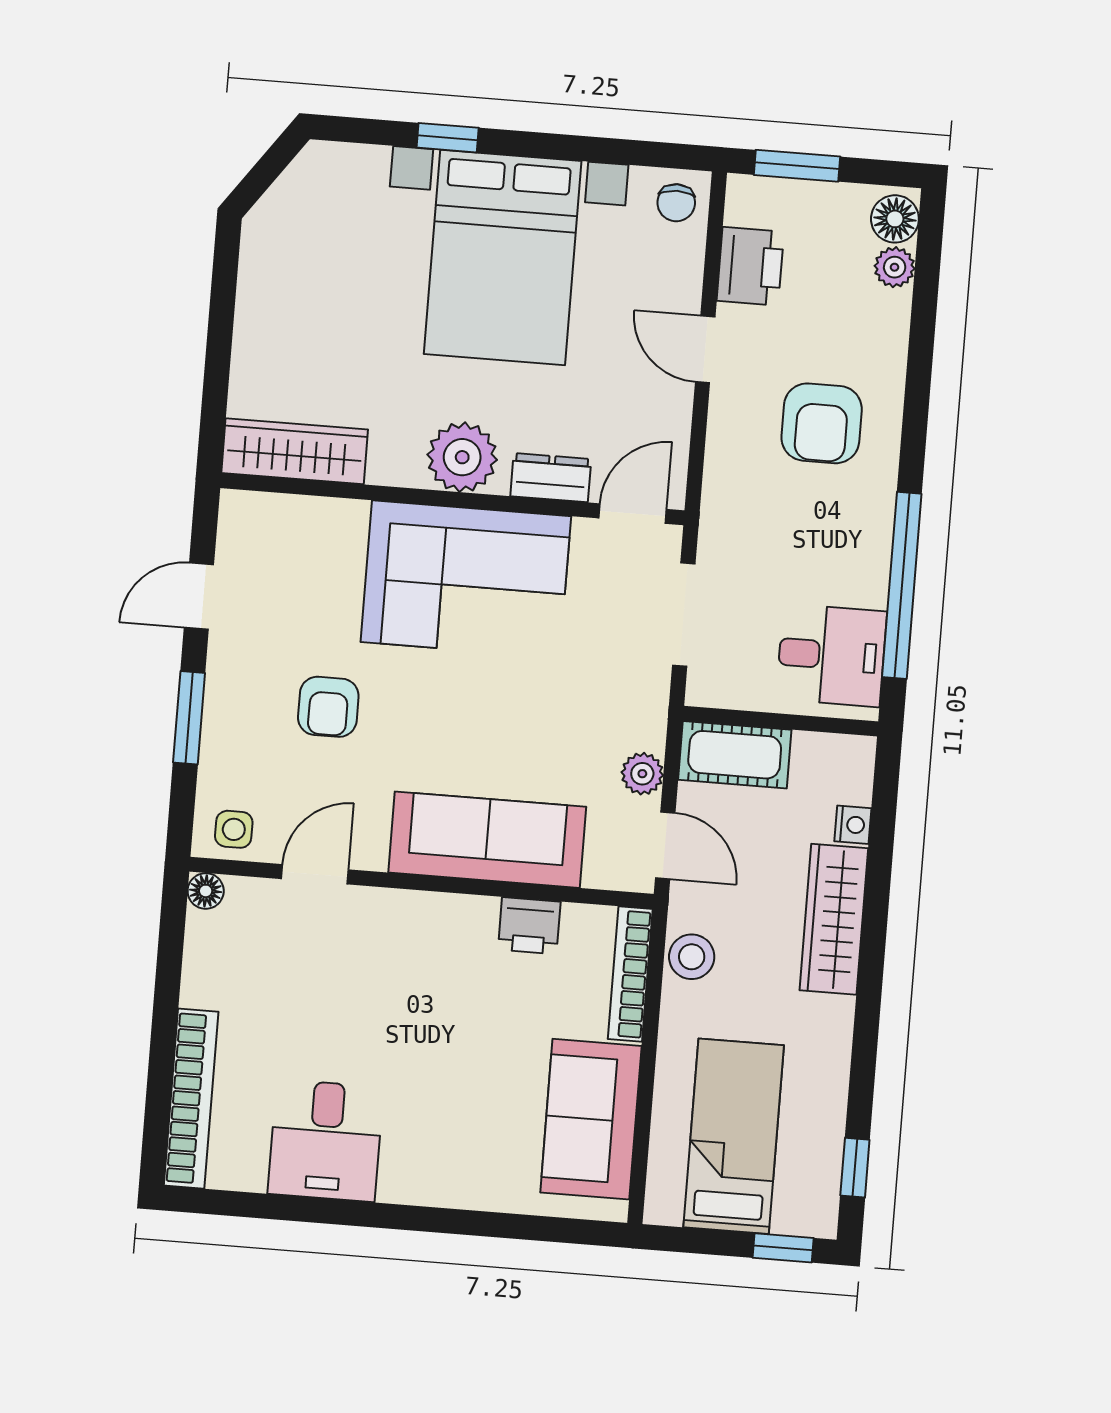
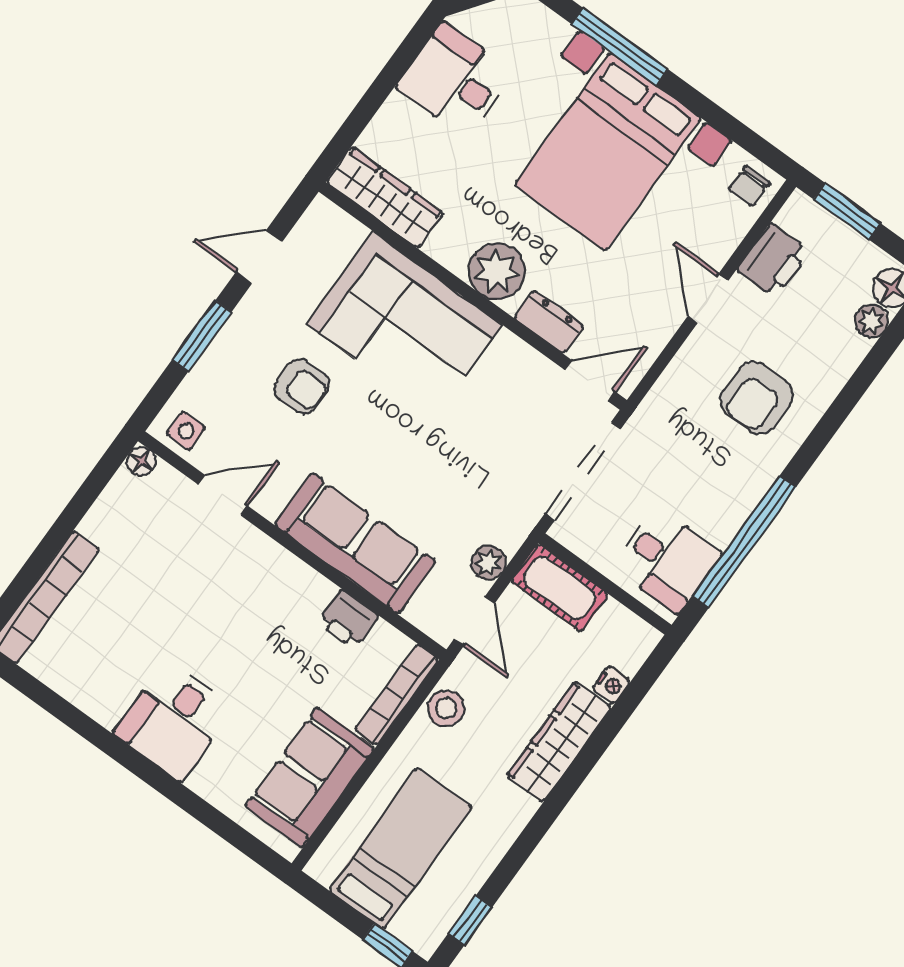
window: (448, 138) -> (620, 47), width x2.17
desk: (293, 280) -> (455, 80), added
corner sofa: (466, 579) -> (404, 324), moved
doorway: (684, 615) -> (583, 471), width x1.36
armchair: (328, 707) -> (302, 386), turned -90
desk: (326, 1140) -> (174, 721), moved

